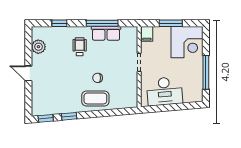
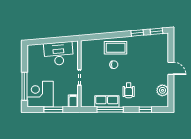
window: (206, 72) -> (24, 86), moved

